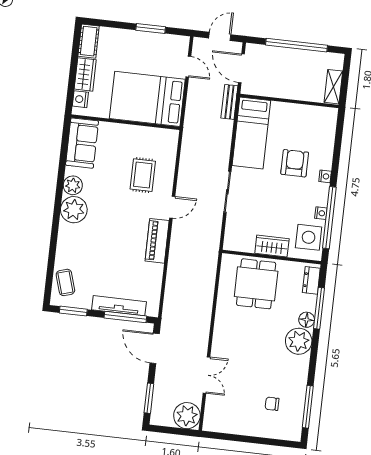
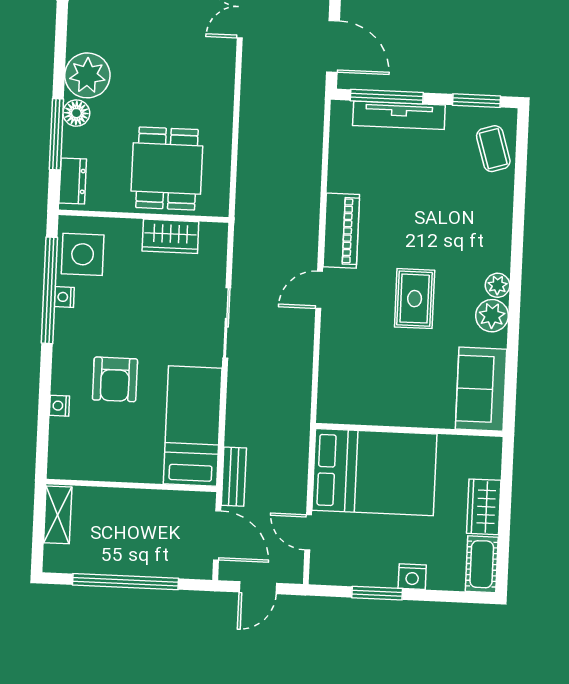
nightstand: (80, 99) -> (412, 577), moved, turned 90
rug: (143, 175) -> (415, 299), moved
nightstand: (325, 176) -> (59, 406), moved
plant: (74, 210) -> (498, 285), width x0.53, depth x0.53
wardrobe: (272, 246) -> (170, 236), moved

